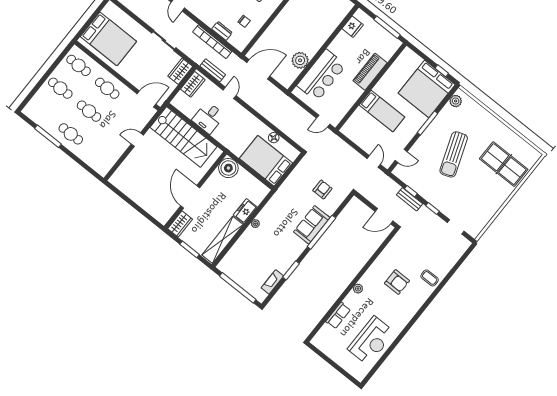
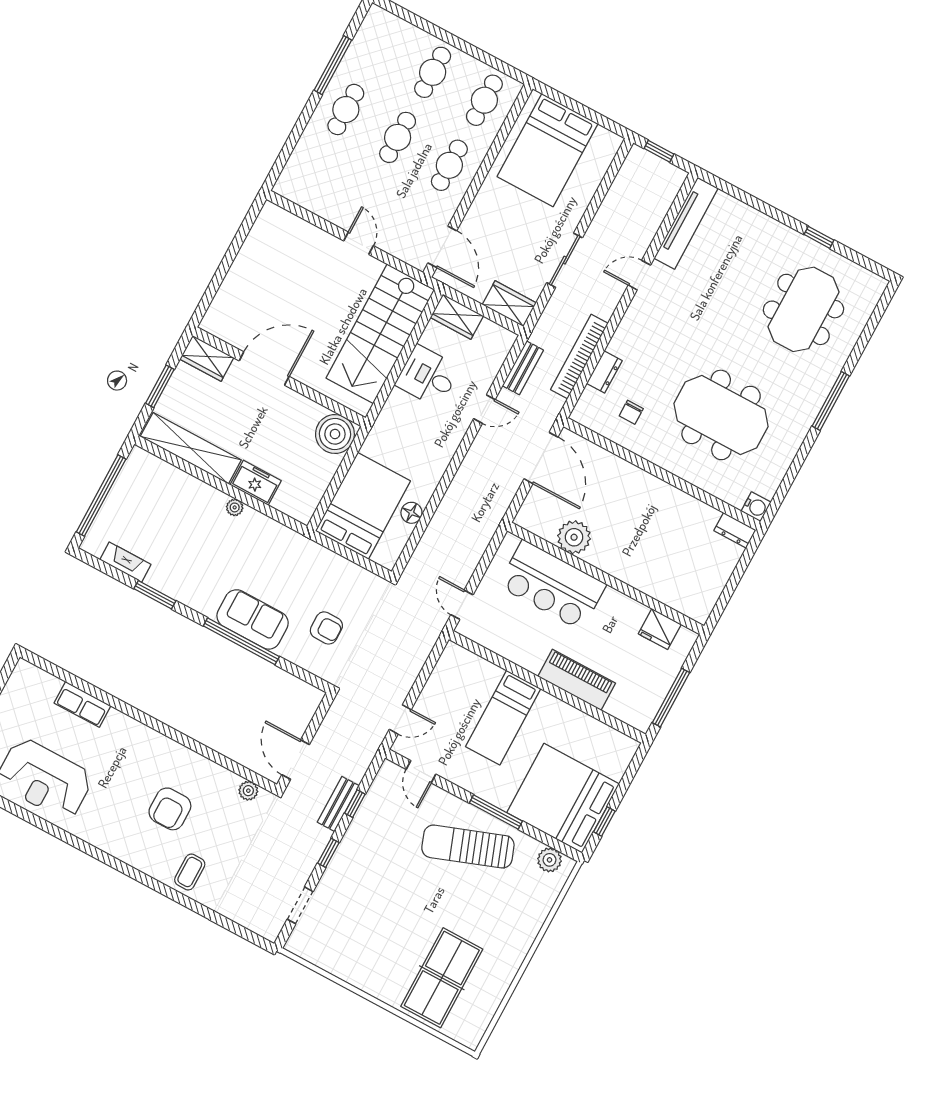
wardrobe: (193, 84) -> (457, 317), moved
sun lounger: (454, 154) -> (468, 847), moved
plant: (358, 289) -> (248, 791), moved

